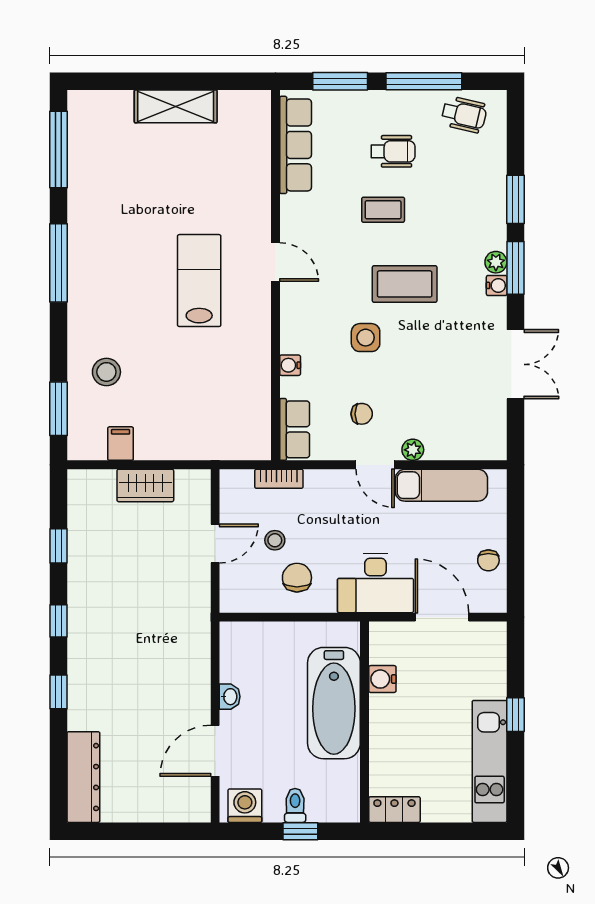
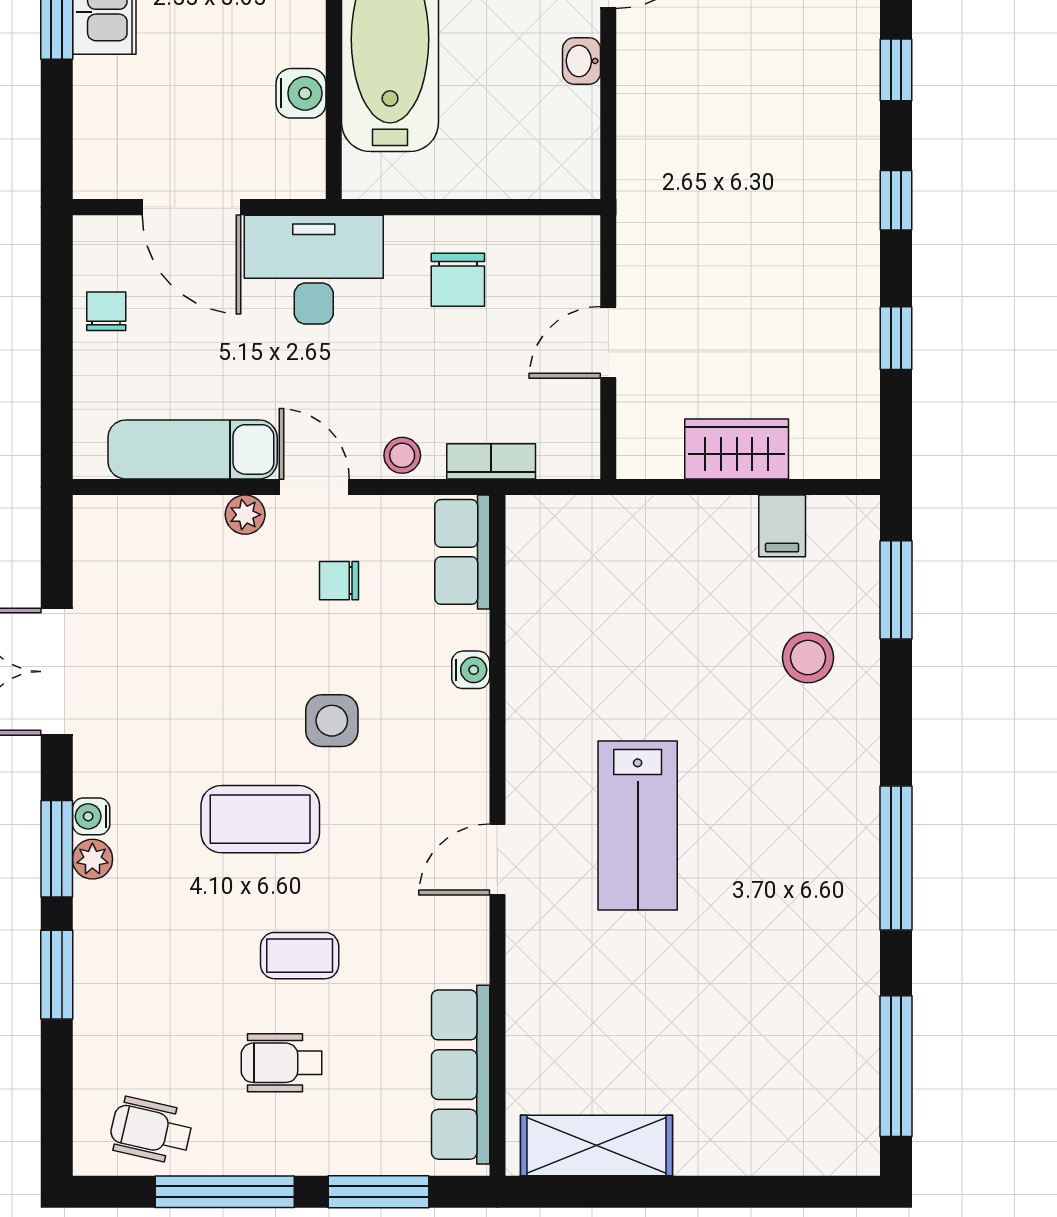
shelving: (176, 106) -> (597, 1146), moved
door: (275, 262) -> (497, 860), hinge flipped
stool: (275, 540) -> (402, 455), moved

